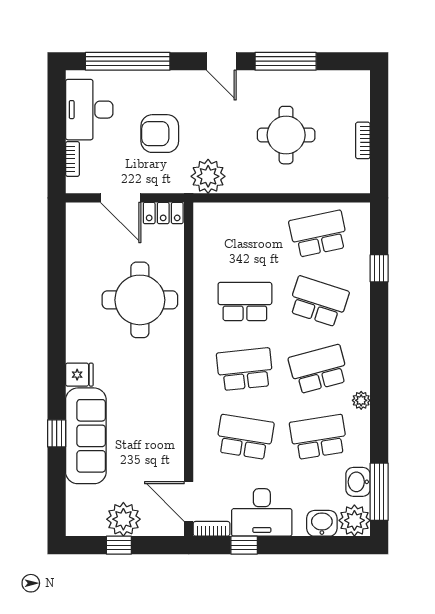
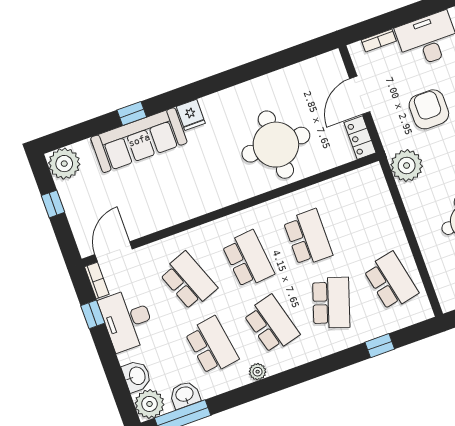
school desk: (245, 437) -> (188, 281), turned -30
plant: (123, 519) -> (64, 164), moved

